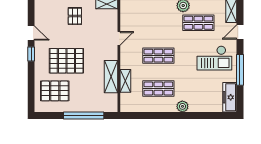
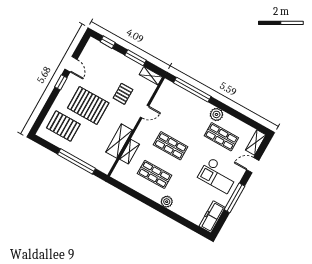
pallet: (75, 16) -> (123, 94), moved

